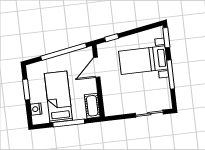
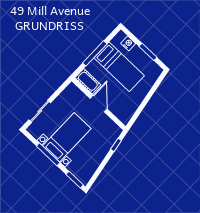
window: (64, 52) -> (144, 104), removed
bed with nightstands: (143, 60) -> (67, 137), moved
door: (97, 67) -> (99, 104), moved

